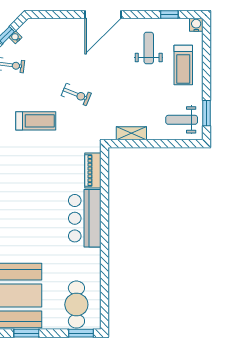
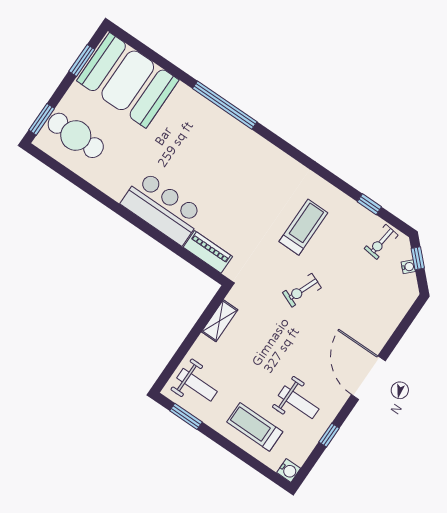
window: (169, 14) -> (329, 435), moved
weight bench: (182, 120) -> (197, 385), turned 90
treadmill: (36, 121) -> (303, 227), turned 180

